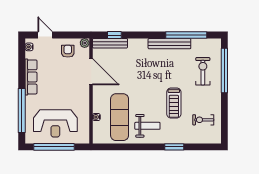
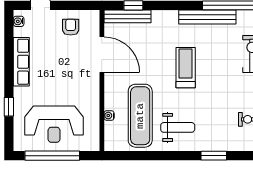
plant: (85, 43) -> (93, 16), removed
treadmill: (174, 103) -> (186, 68), moved, turned 180
window: (22, 111) -> (9, 107), width x0.32

